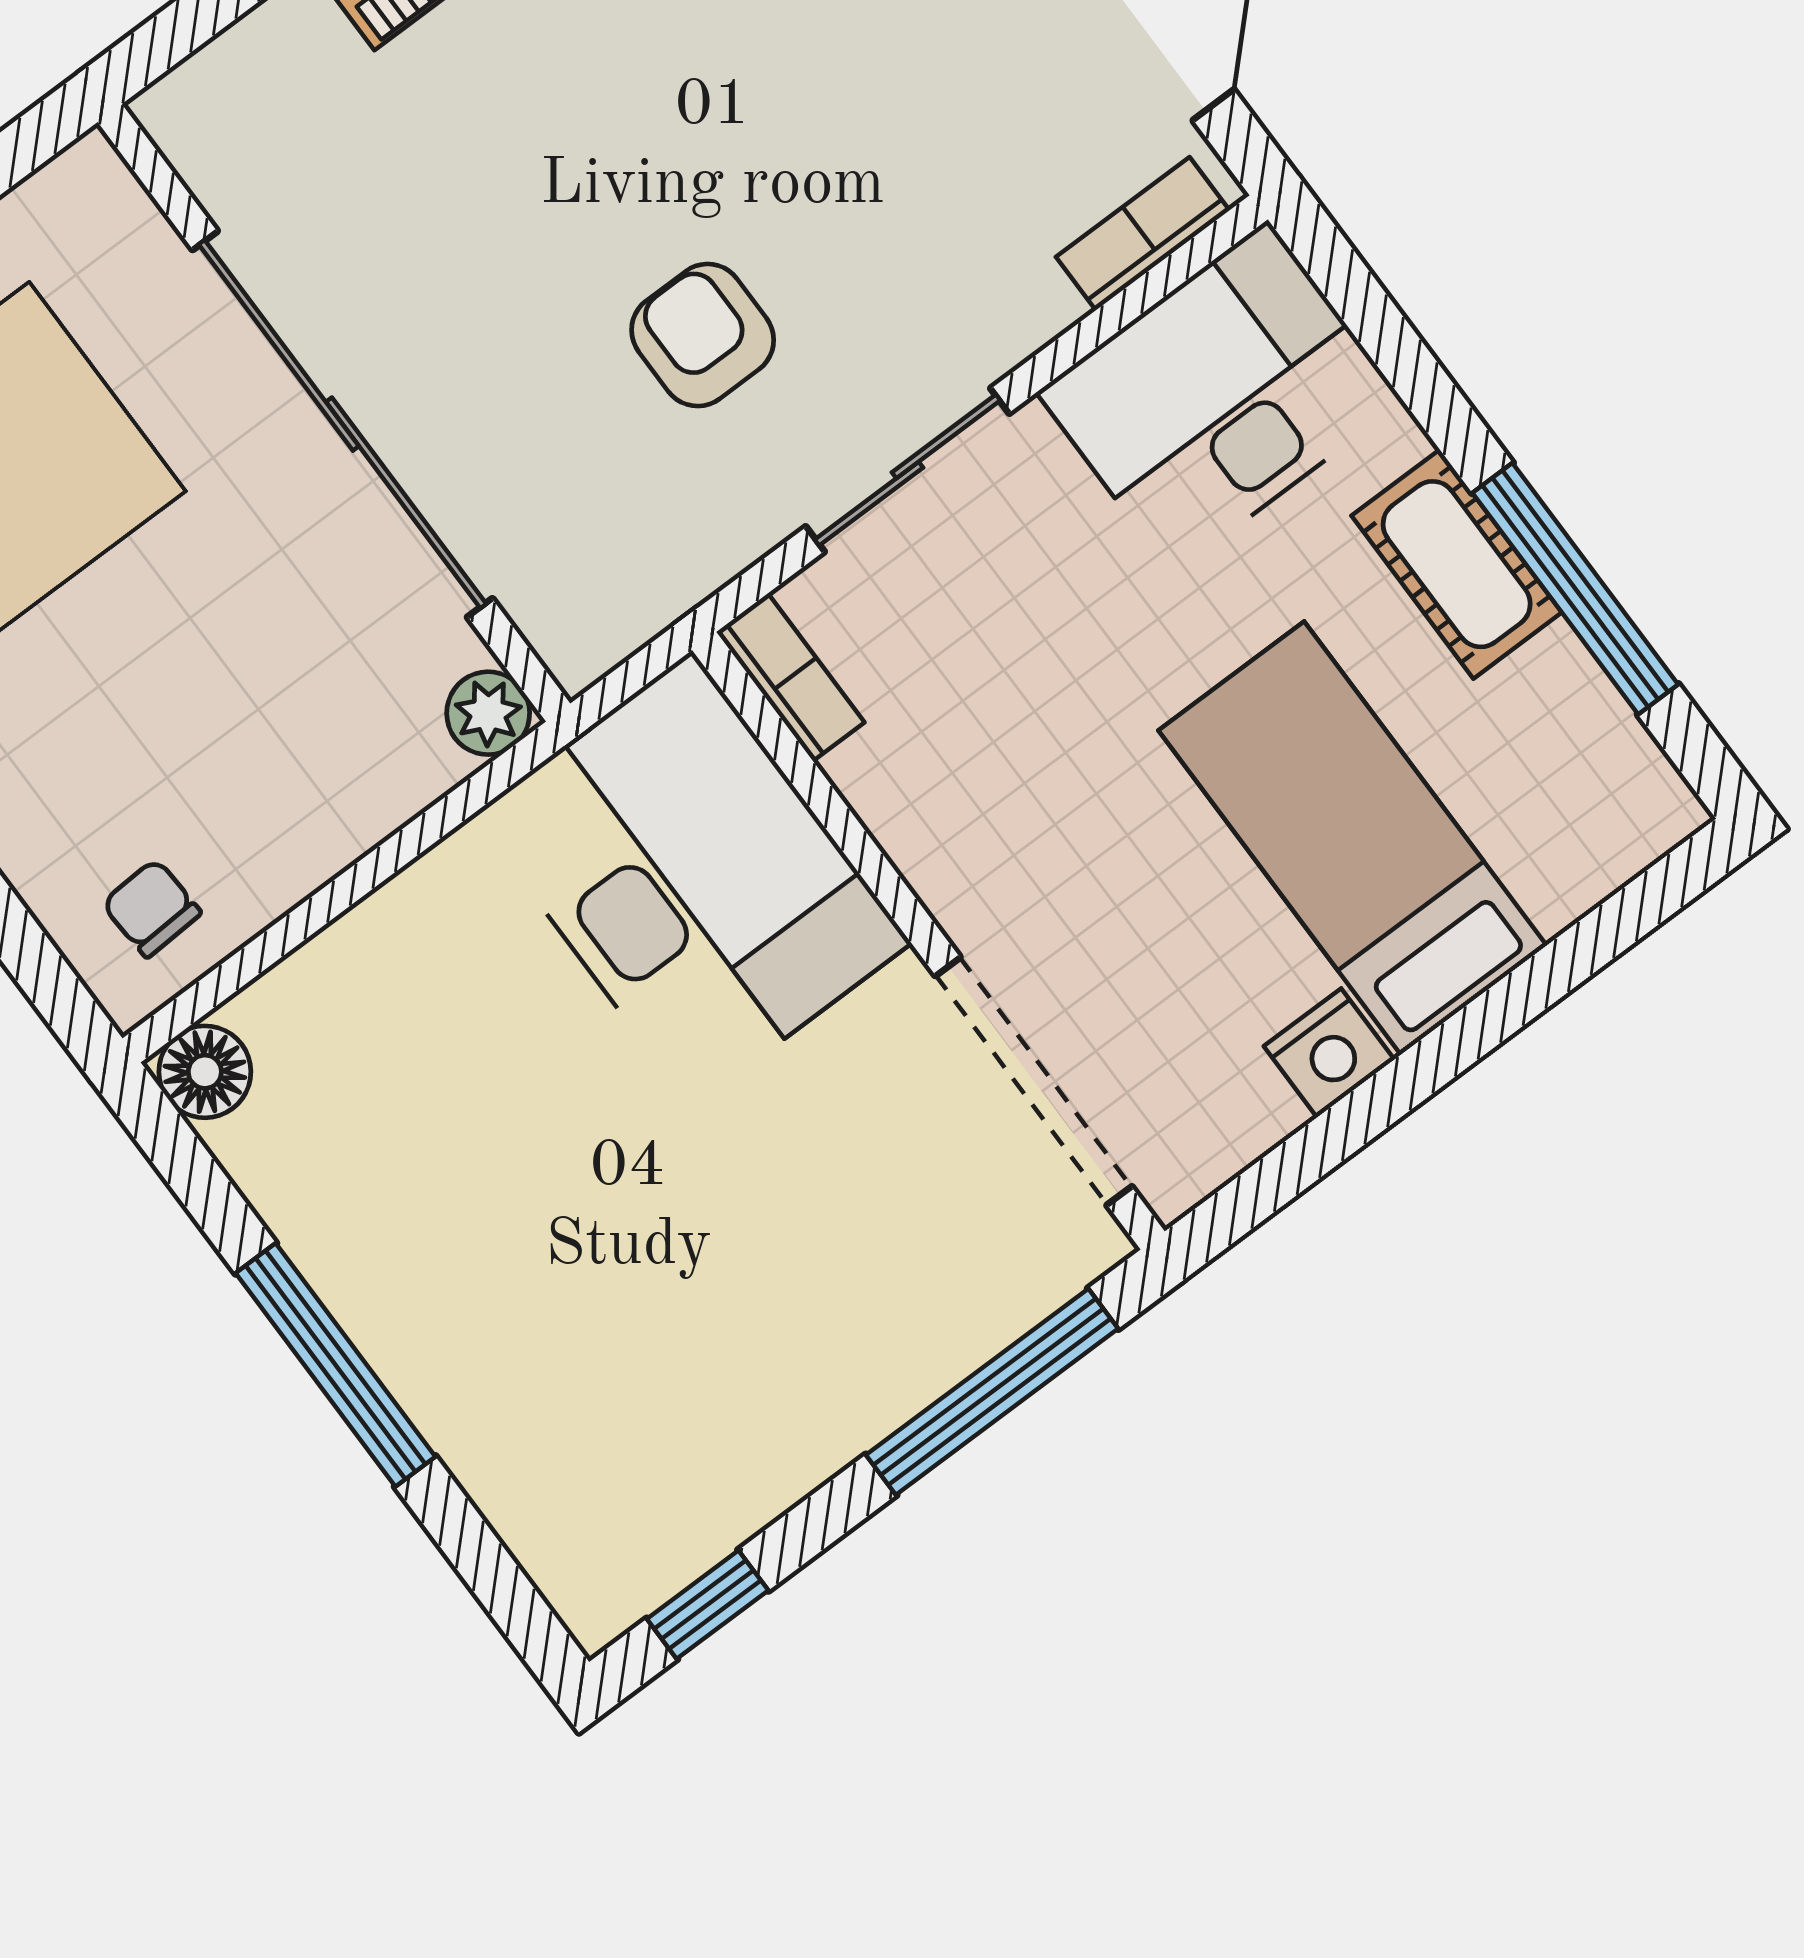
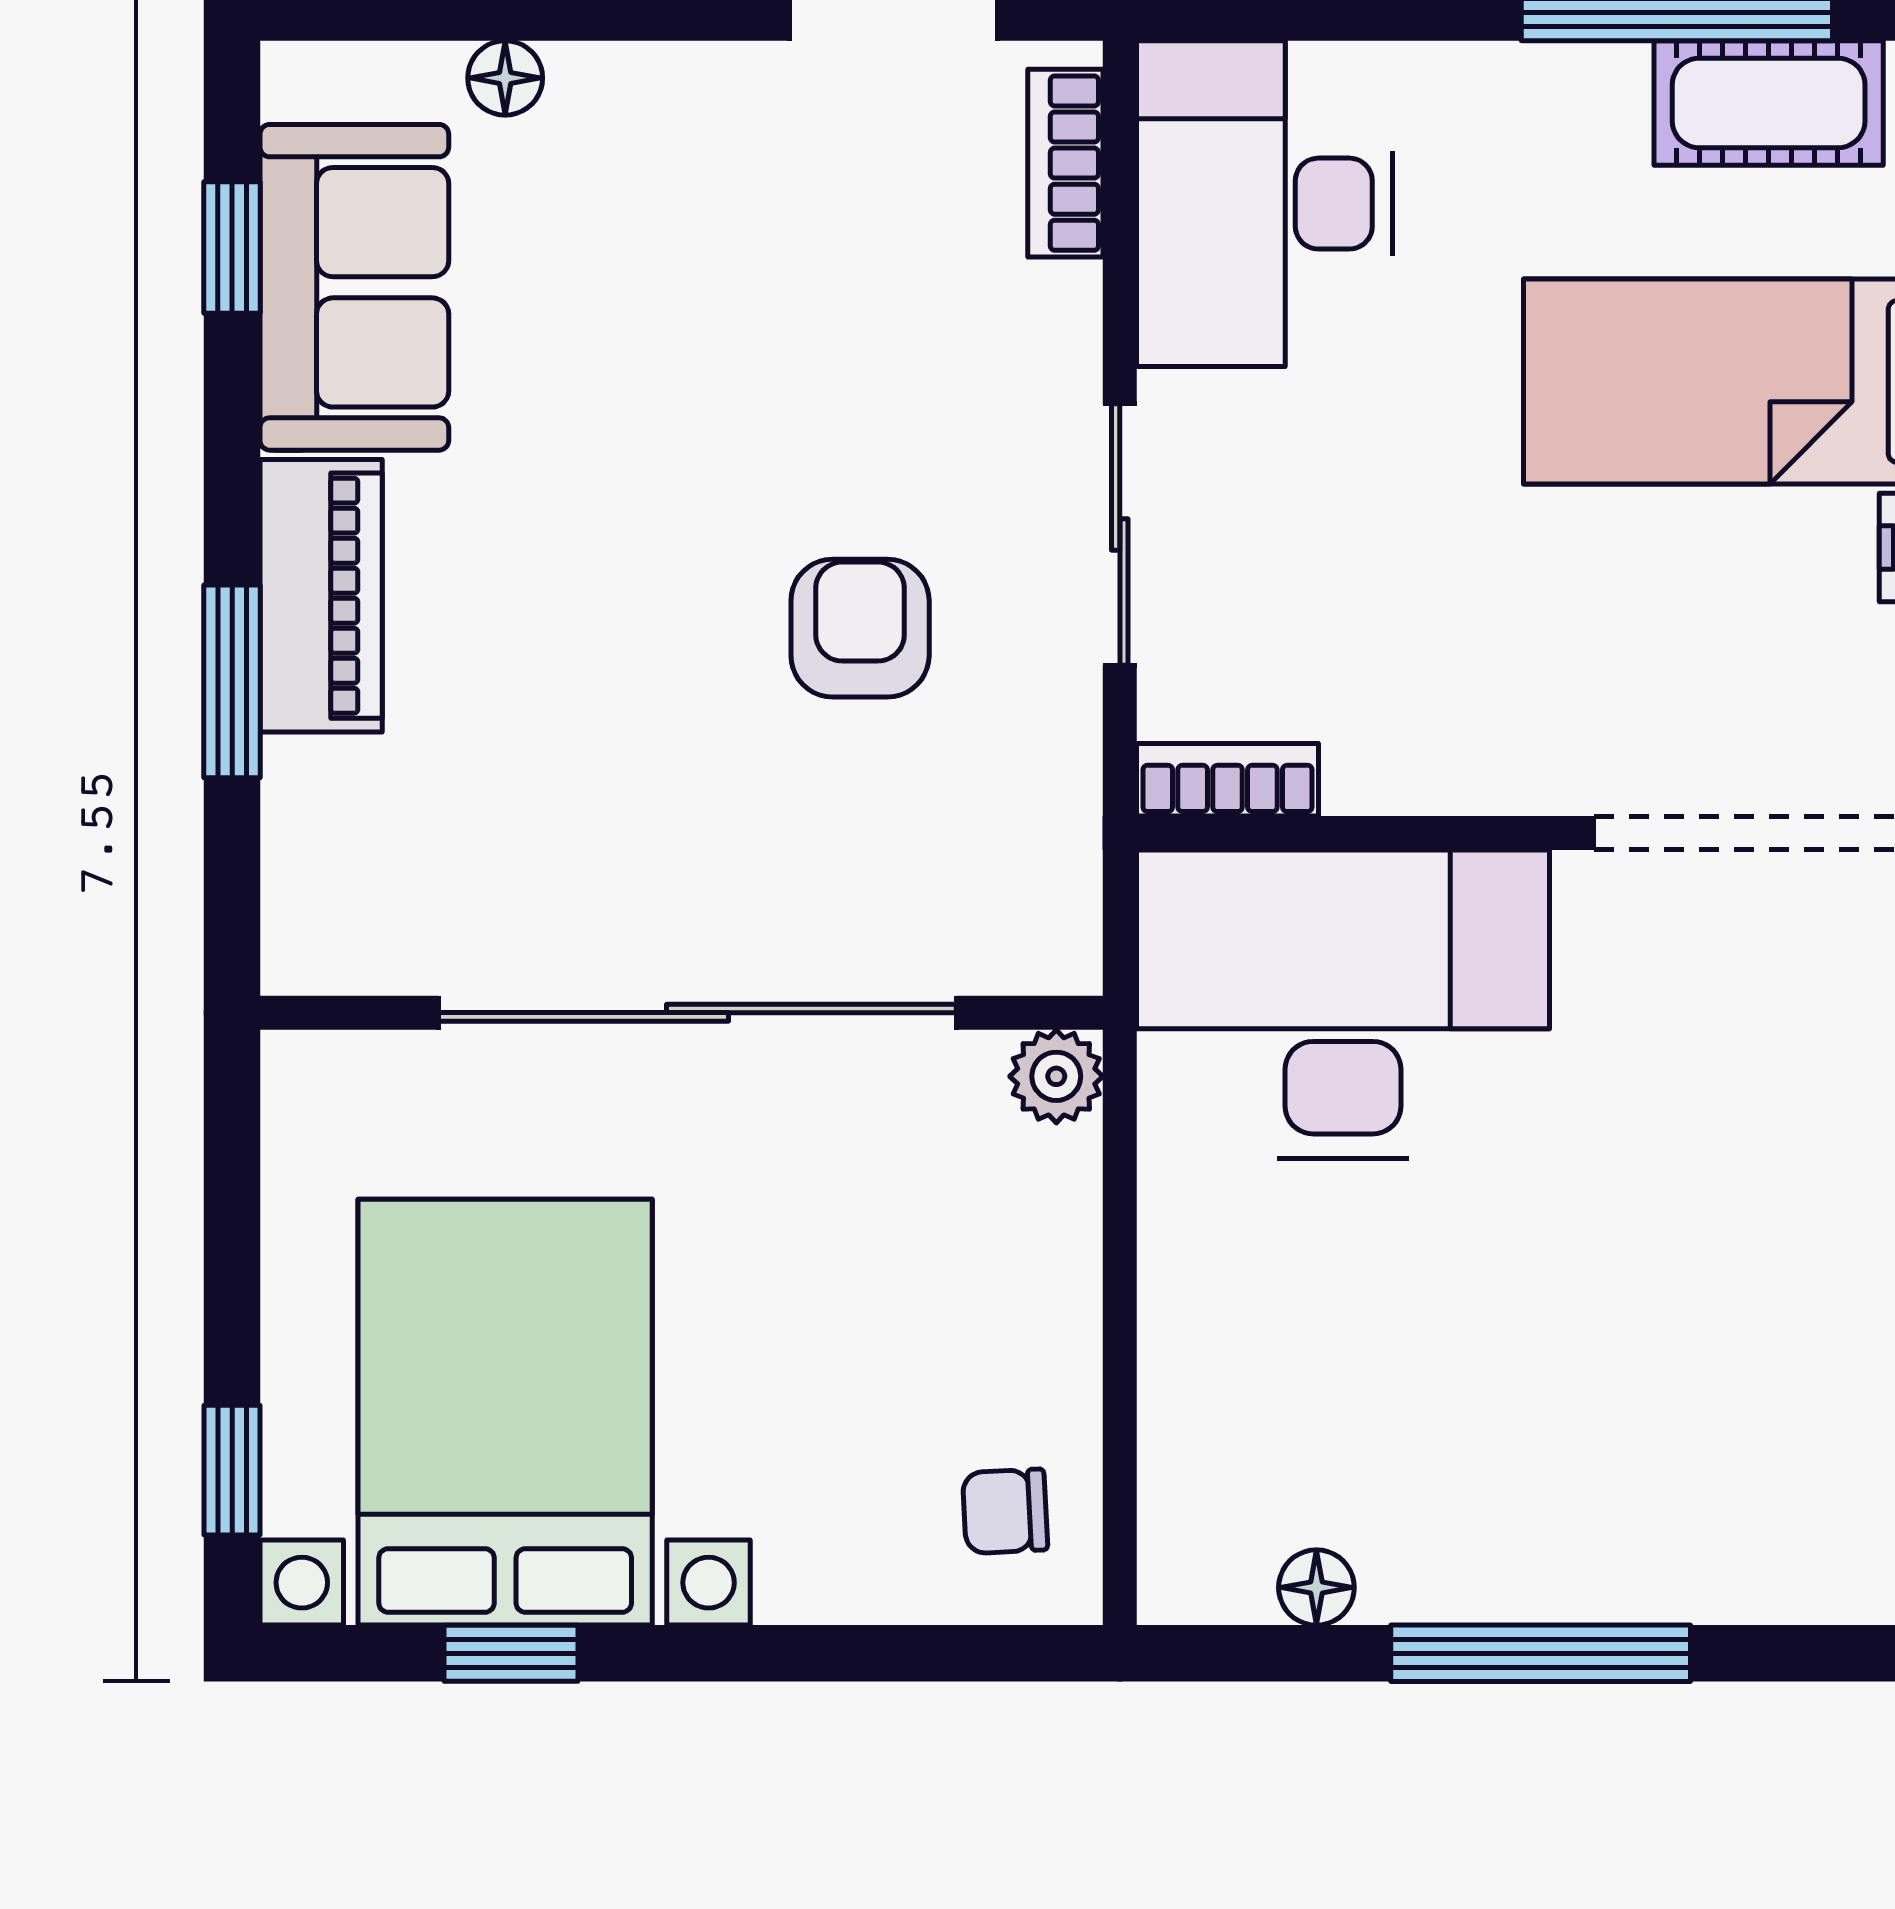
armchair: (703, 335) -> (860, 628), turned 90
cot: (1457, 564) -> (1769, 103), moved
floor lamp: (205, 1072) -> (1316, 1587), moved, width x0.73, depth x0.73

